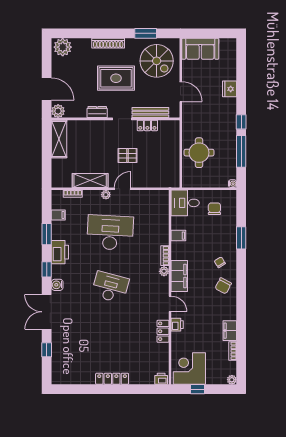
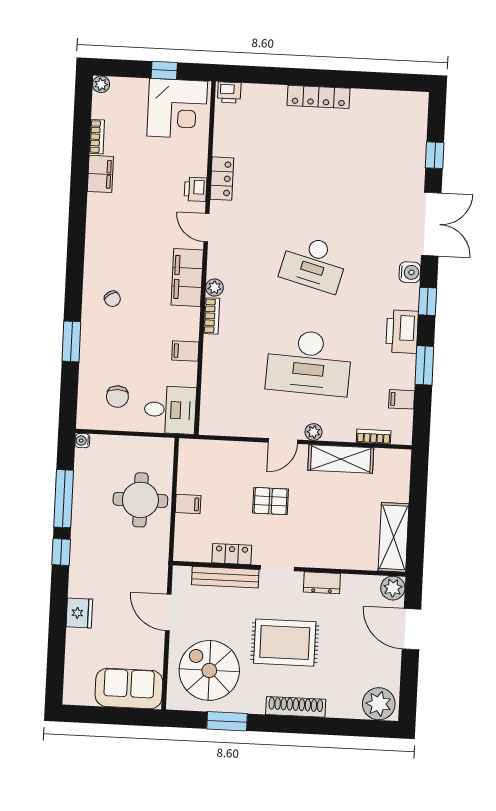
filing cabinet: (173, 152) -> (188, 504), added
chair: (223, 286) -> (108, 256), removed

